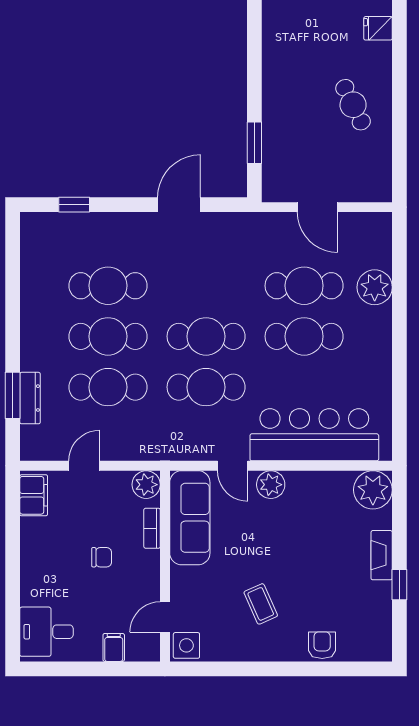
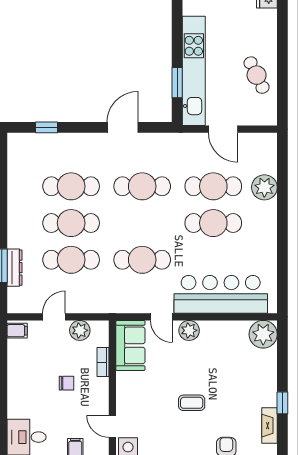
cafe table: (353, 105) -> (257, 75), moved
kitchen unit: (277, 127) -> (194, 71), added
cafe table: (206, 336) -> (142, 186), moved
plant: (146, 485) -> (80, 330), moved
filing cabinet: (34, 495) -> (17, 331), width x0.50
sofa: (190, 518) -> (130, 345), width x0.73
fireplace: (382, 555) -> (269, 426), moved
coffee table: (261, 604) -> (192, 403), moved, turned -66
door: (165, 617) -> (112, 426), hinge flipped

